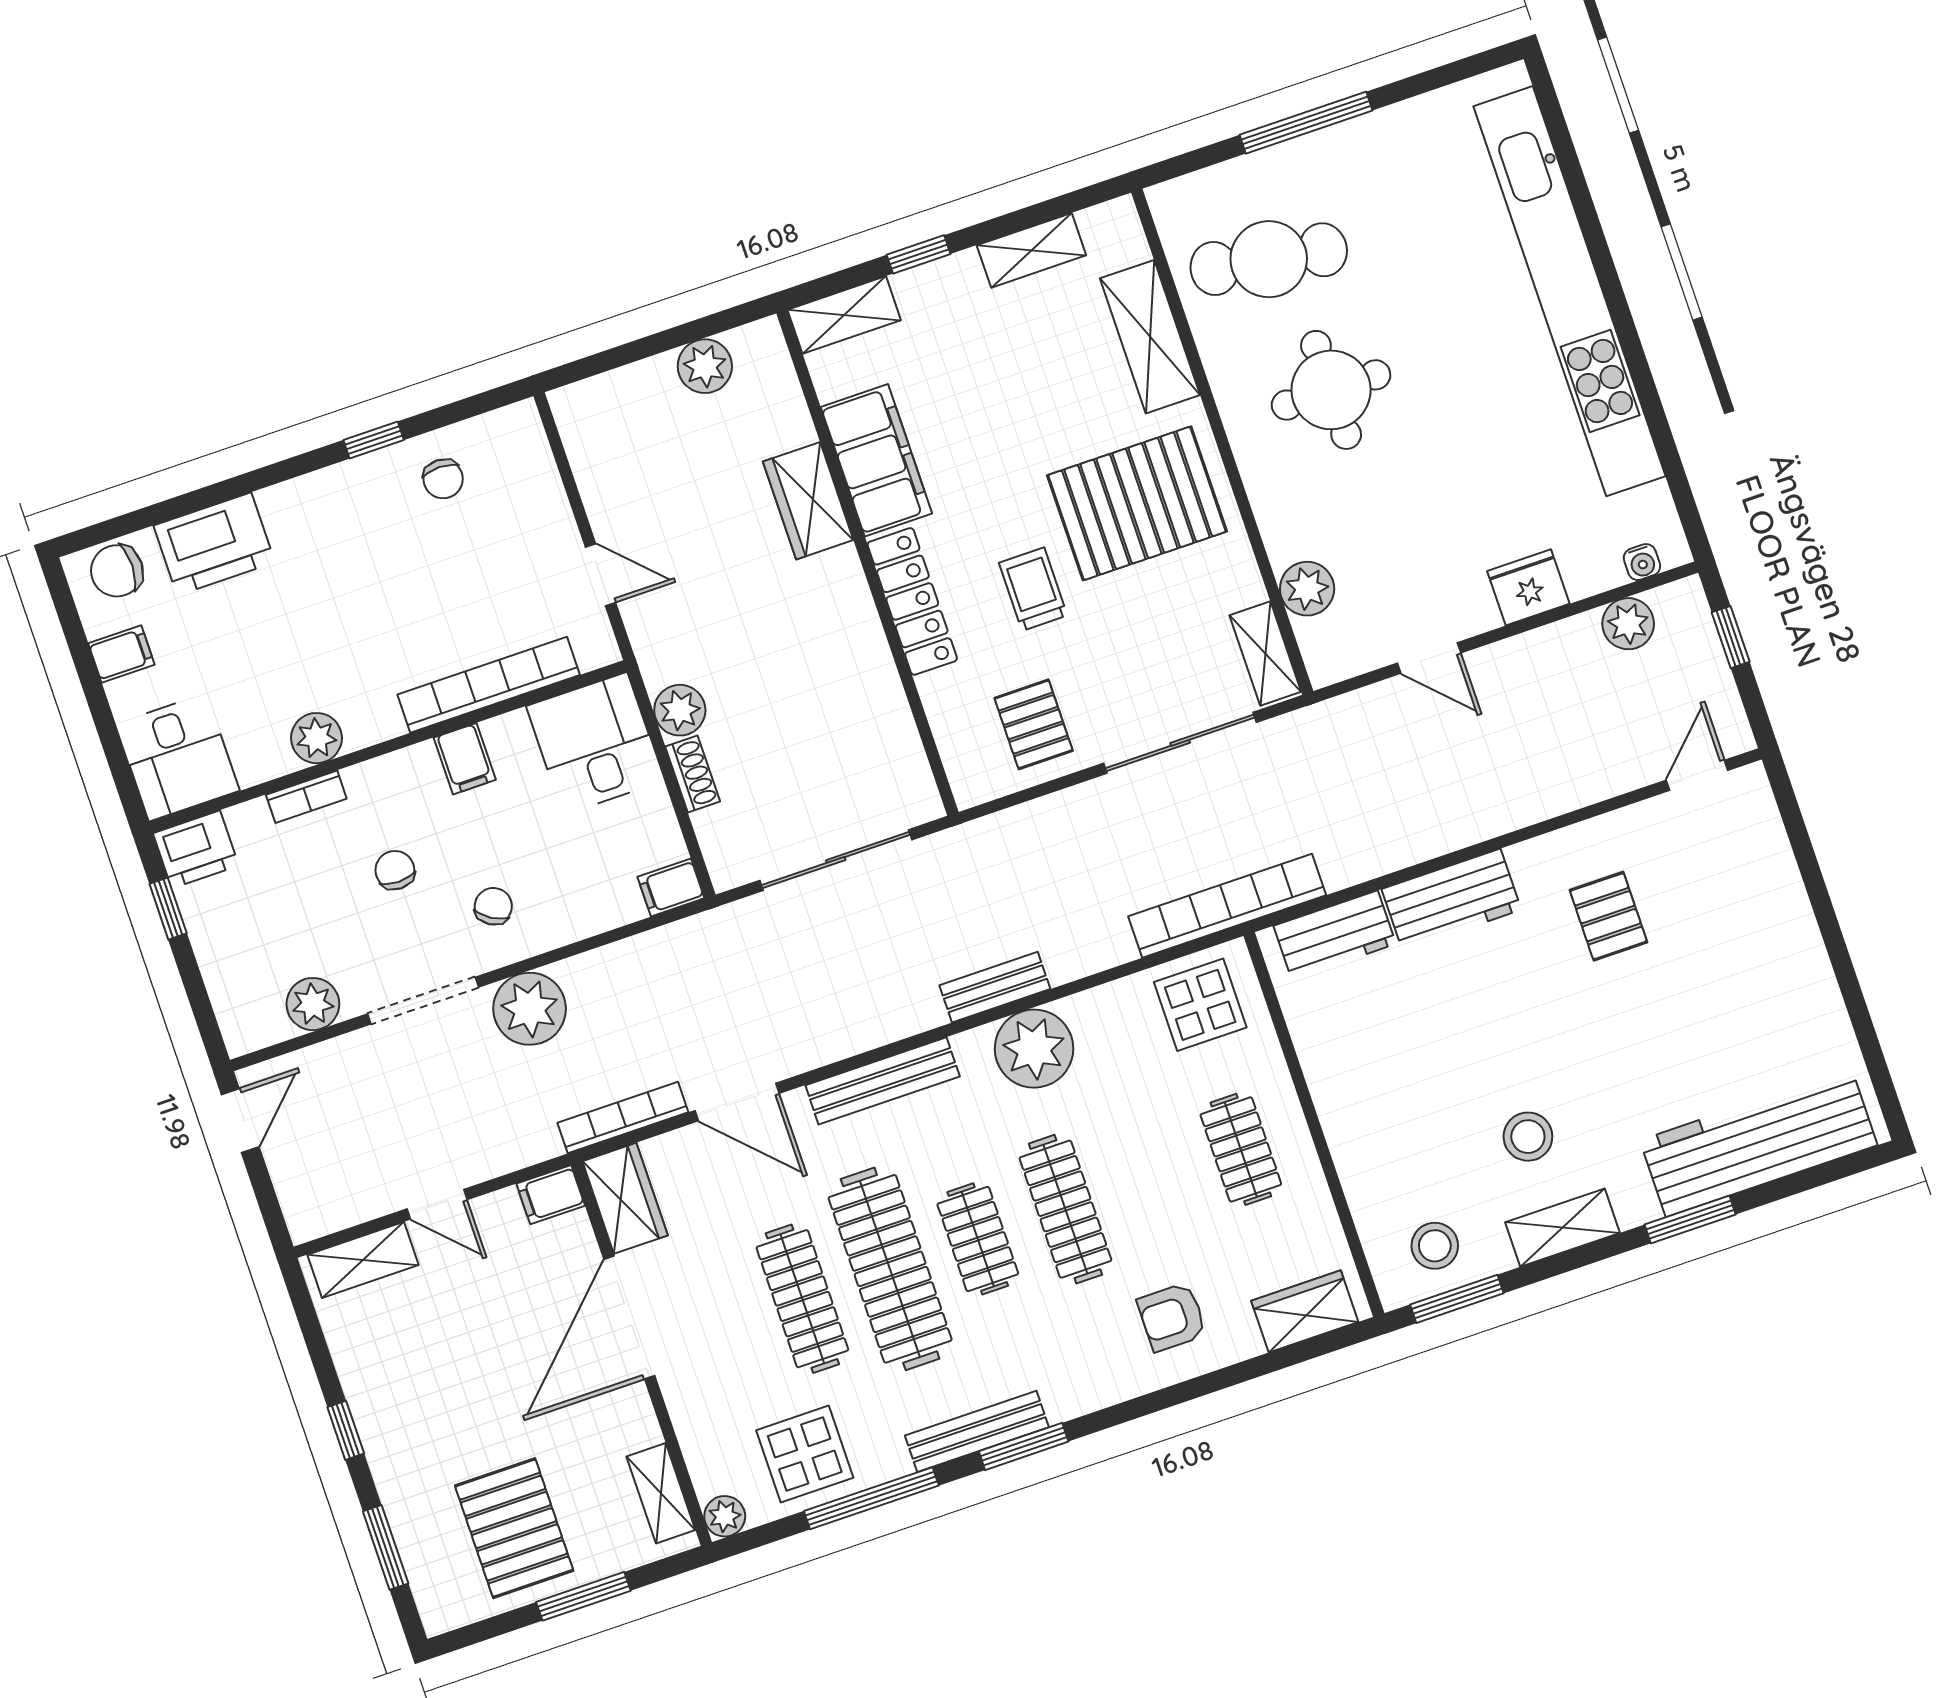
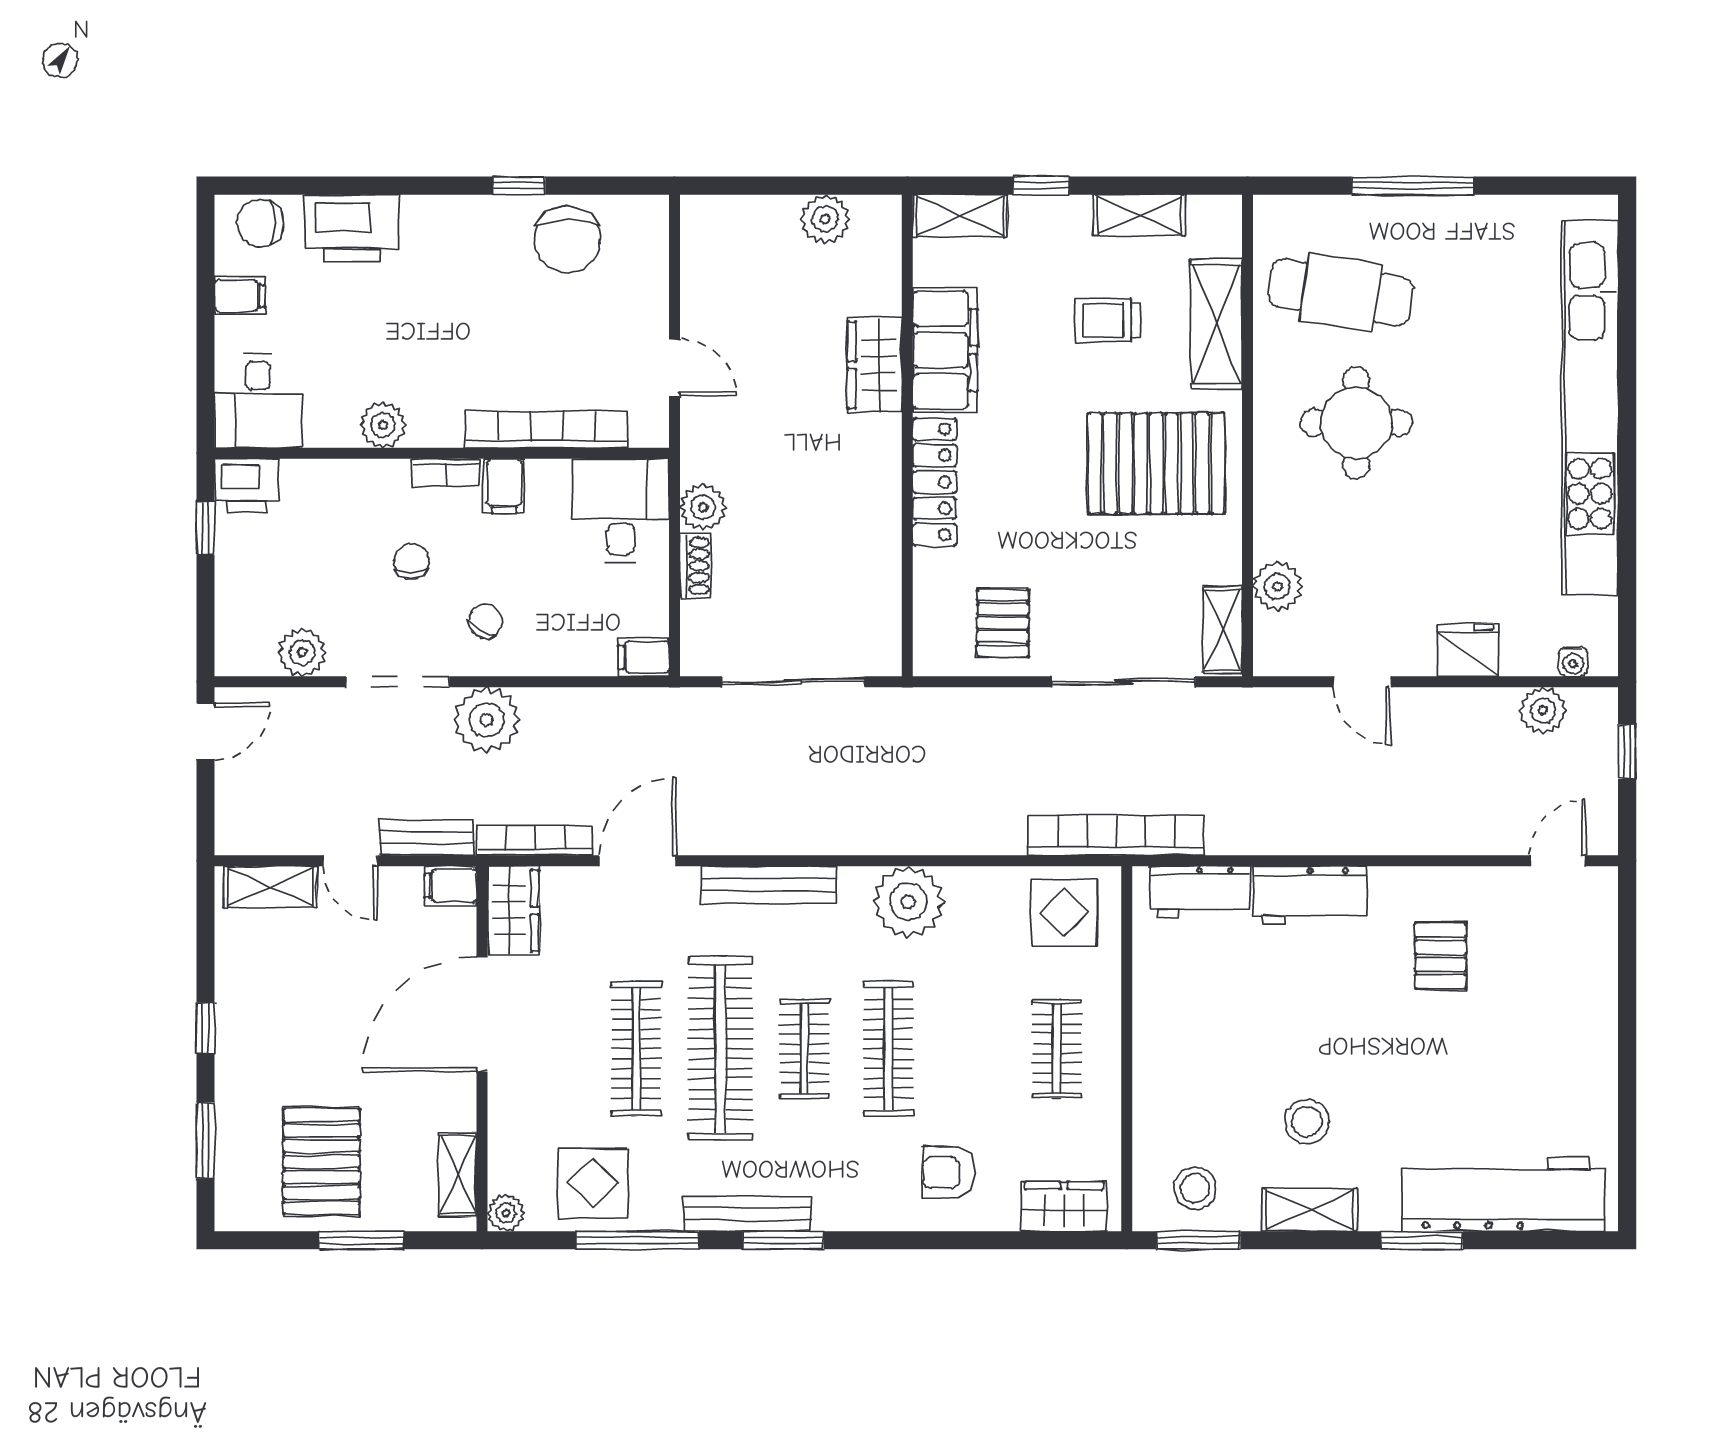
chair: (443, 479) -> (567, 239), width x1.87, depth x1.87
trolley: (1033, 589) -> (1108, 320), moved, turned -90
bookcase: (306, 797) -> (446, 472), moved
bench: (995, 987) -> (427, 837), moved
door: (737, 1102) -> (638, 861), swing flipped

